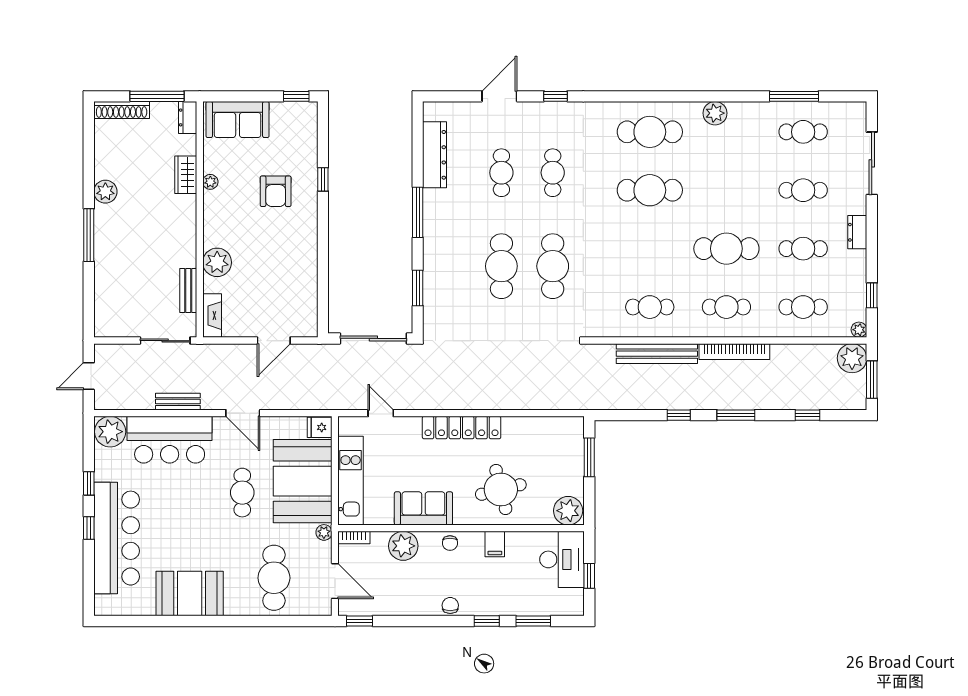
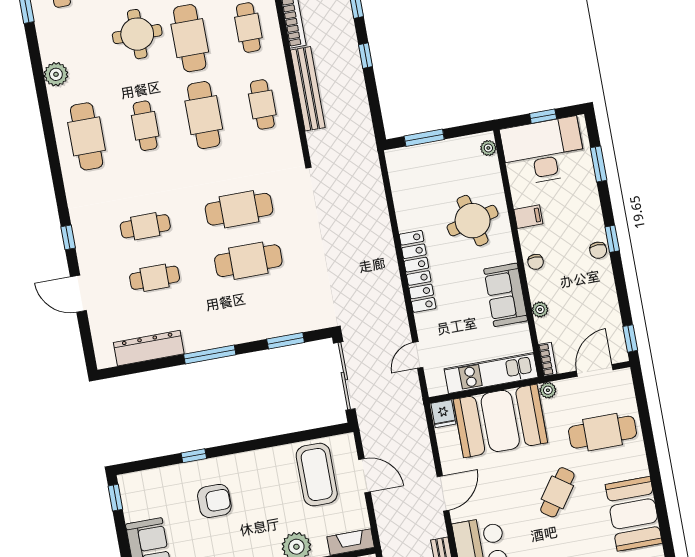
cafe table: (650, 190) -> (145, 126), width x0.73, depth x0.74
round table: (740, 199) -> (137, 34), added
cafe table: (650, 249) -> (204, 115), added
coffee table: (283, 295) -> (317, 475), added
cafe table: (242, 493) -> (557, 492), moved, turned -55
plant: (568, 511) -> (488, 148), width x0.53, depth x0.53
chair: (450, 543) -> (536, 262), turned 90
plant: (403, 546) -> (540, 309), width x0.53, depth x0.53
desk: (562, 559) -> (543, 151), width x1.36, depth x1.30
chair: (450, 605) -> (598, 250), turned -90
window: (487, 621) -> (612, 239), moved

